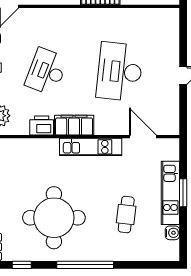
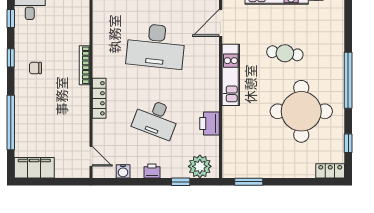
locker: (67, 15) -> (99, 98), added
filing cabinet: (74, 125) -> (209, 91), removed
cafe table: (126, 215) -> (285, 53), moved

